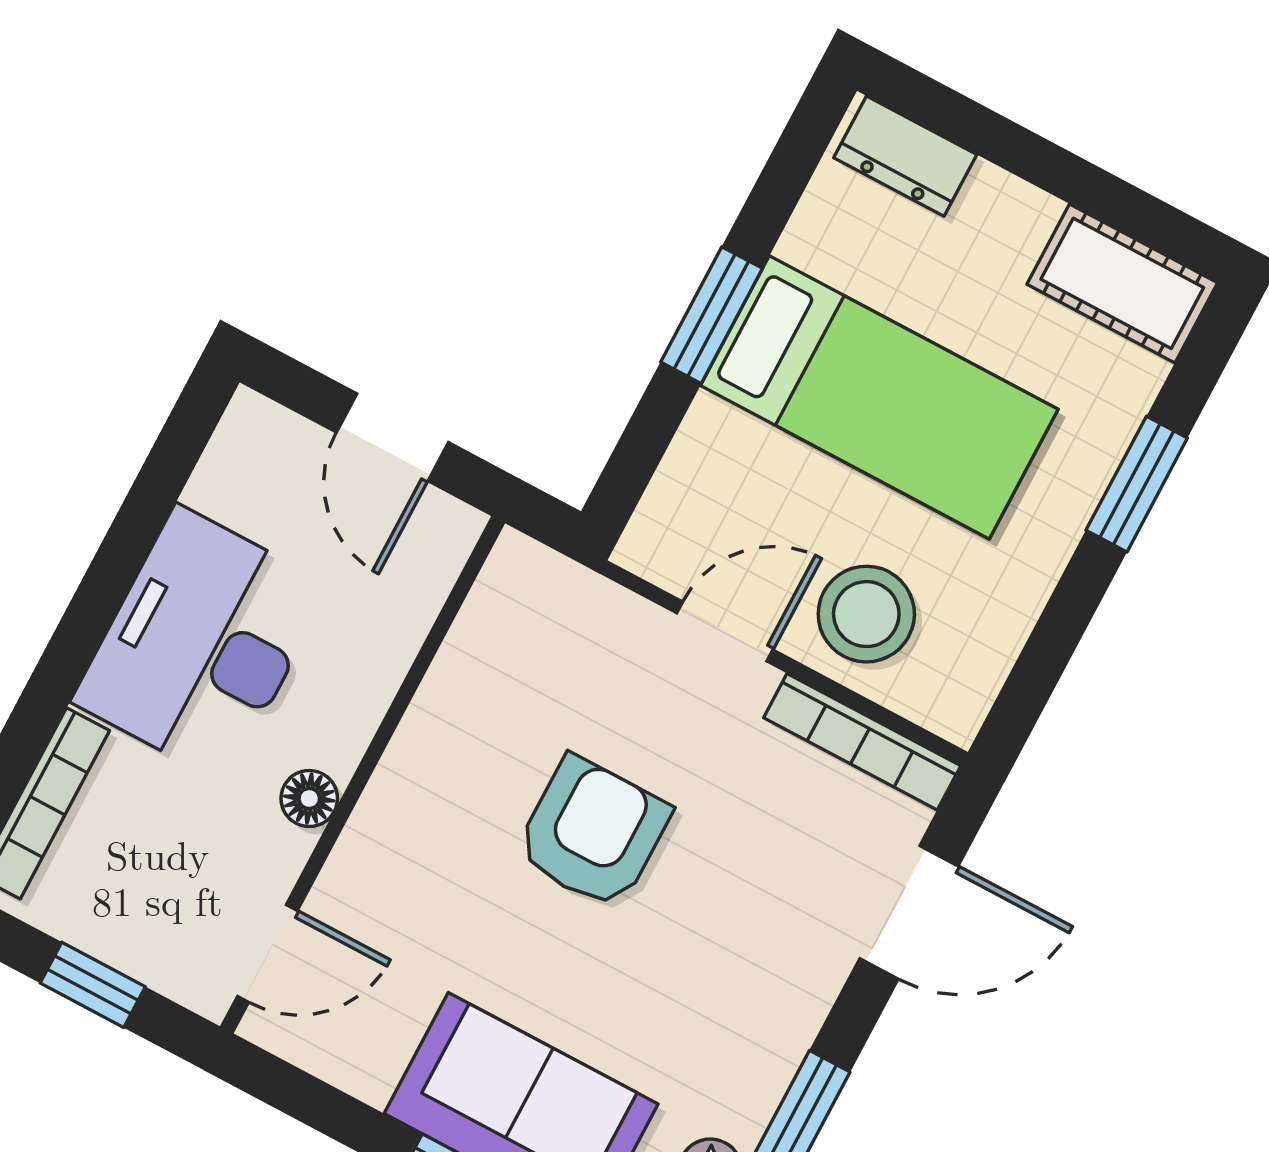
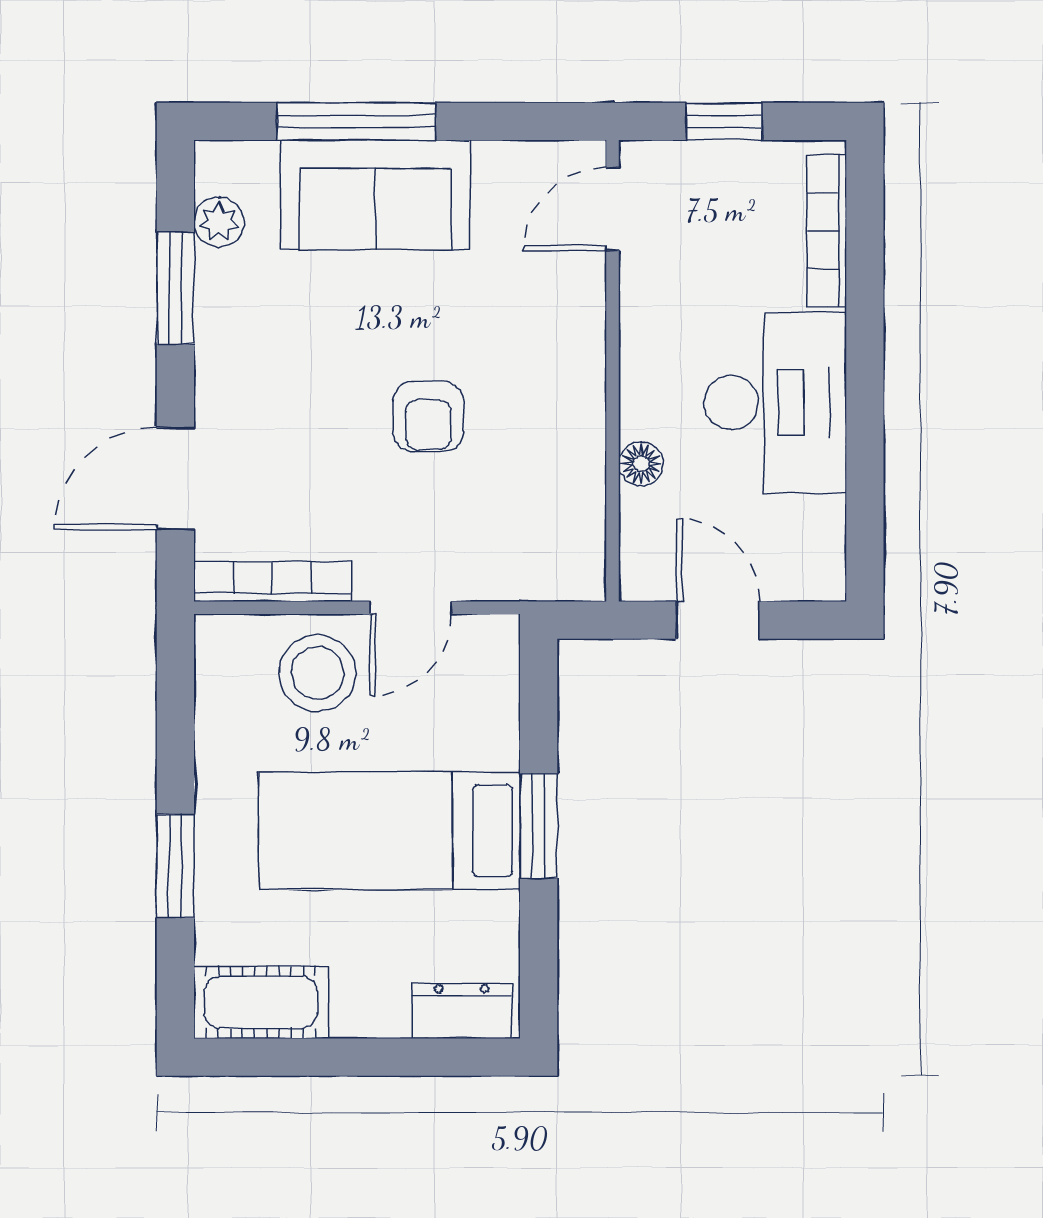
floor lamp: (309, 799) -> (641, 464), moved
armchair: (593, 833) -> (428, 416), width x0.72, depth x0.72

